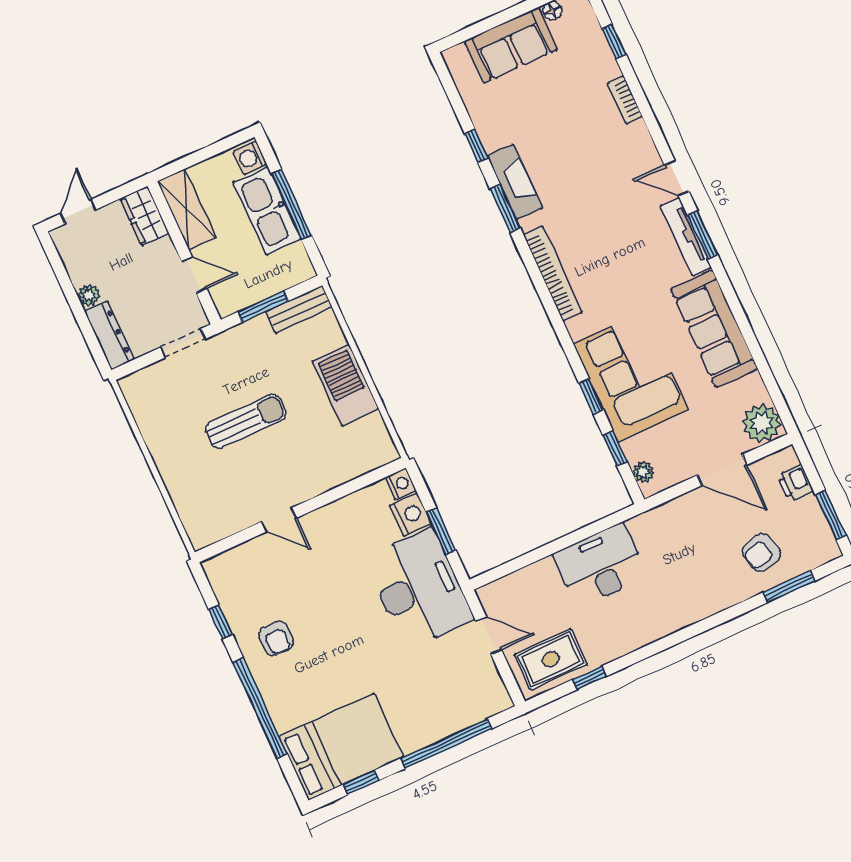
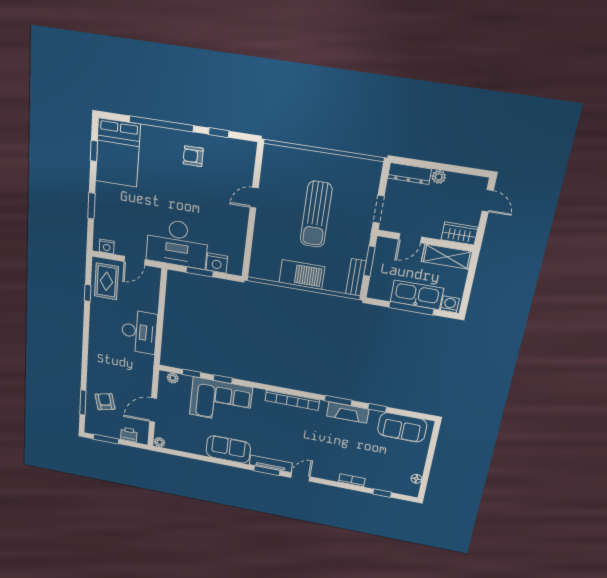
sofa: (511, 45) -> (402, 427), moved, turned -90
sofa: (714, 329) -> (228, 449), width x0.73
sun lounger: (246, 421) -> (316, 214), width x1.36, depth x1.34
plant: (762, 423) -> (160, 442), width x0.53, depth x0.53
nightstand: (401, 484) -> (107, 246), moved
window: (446, 744) -> (91, 206), width x0.47

